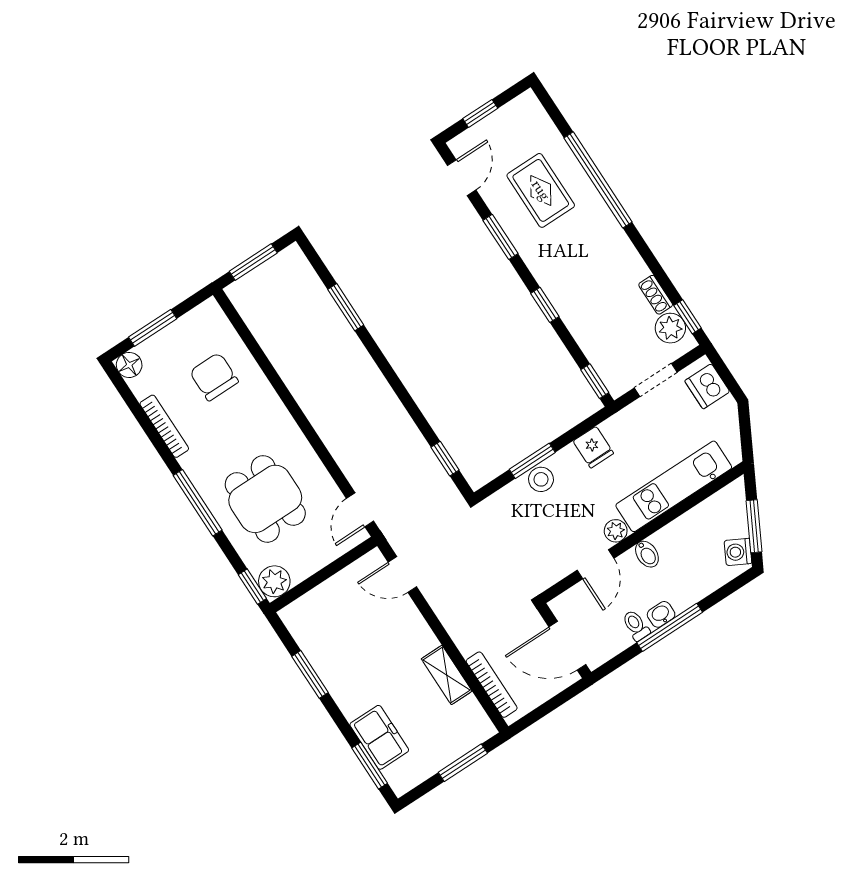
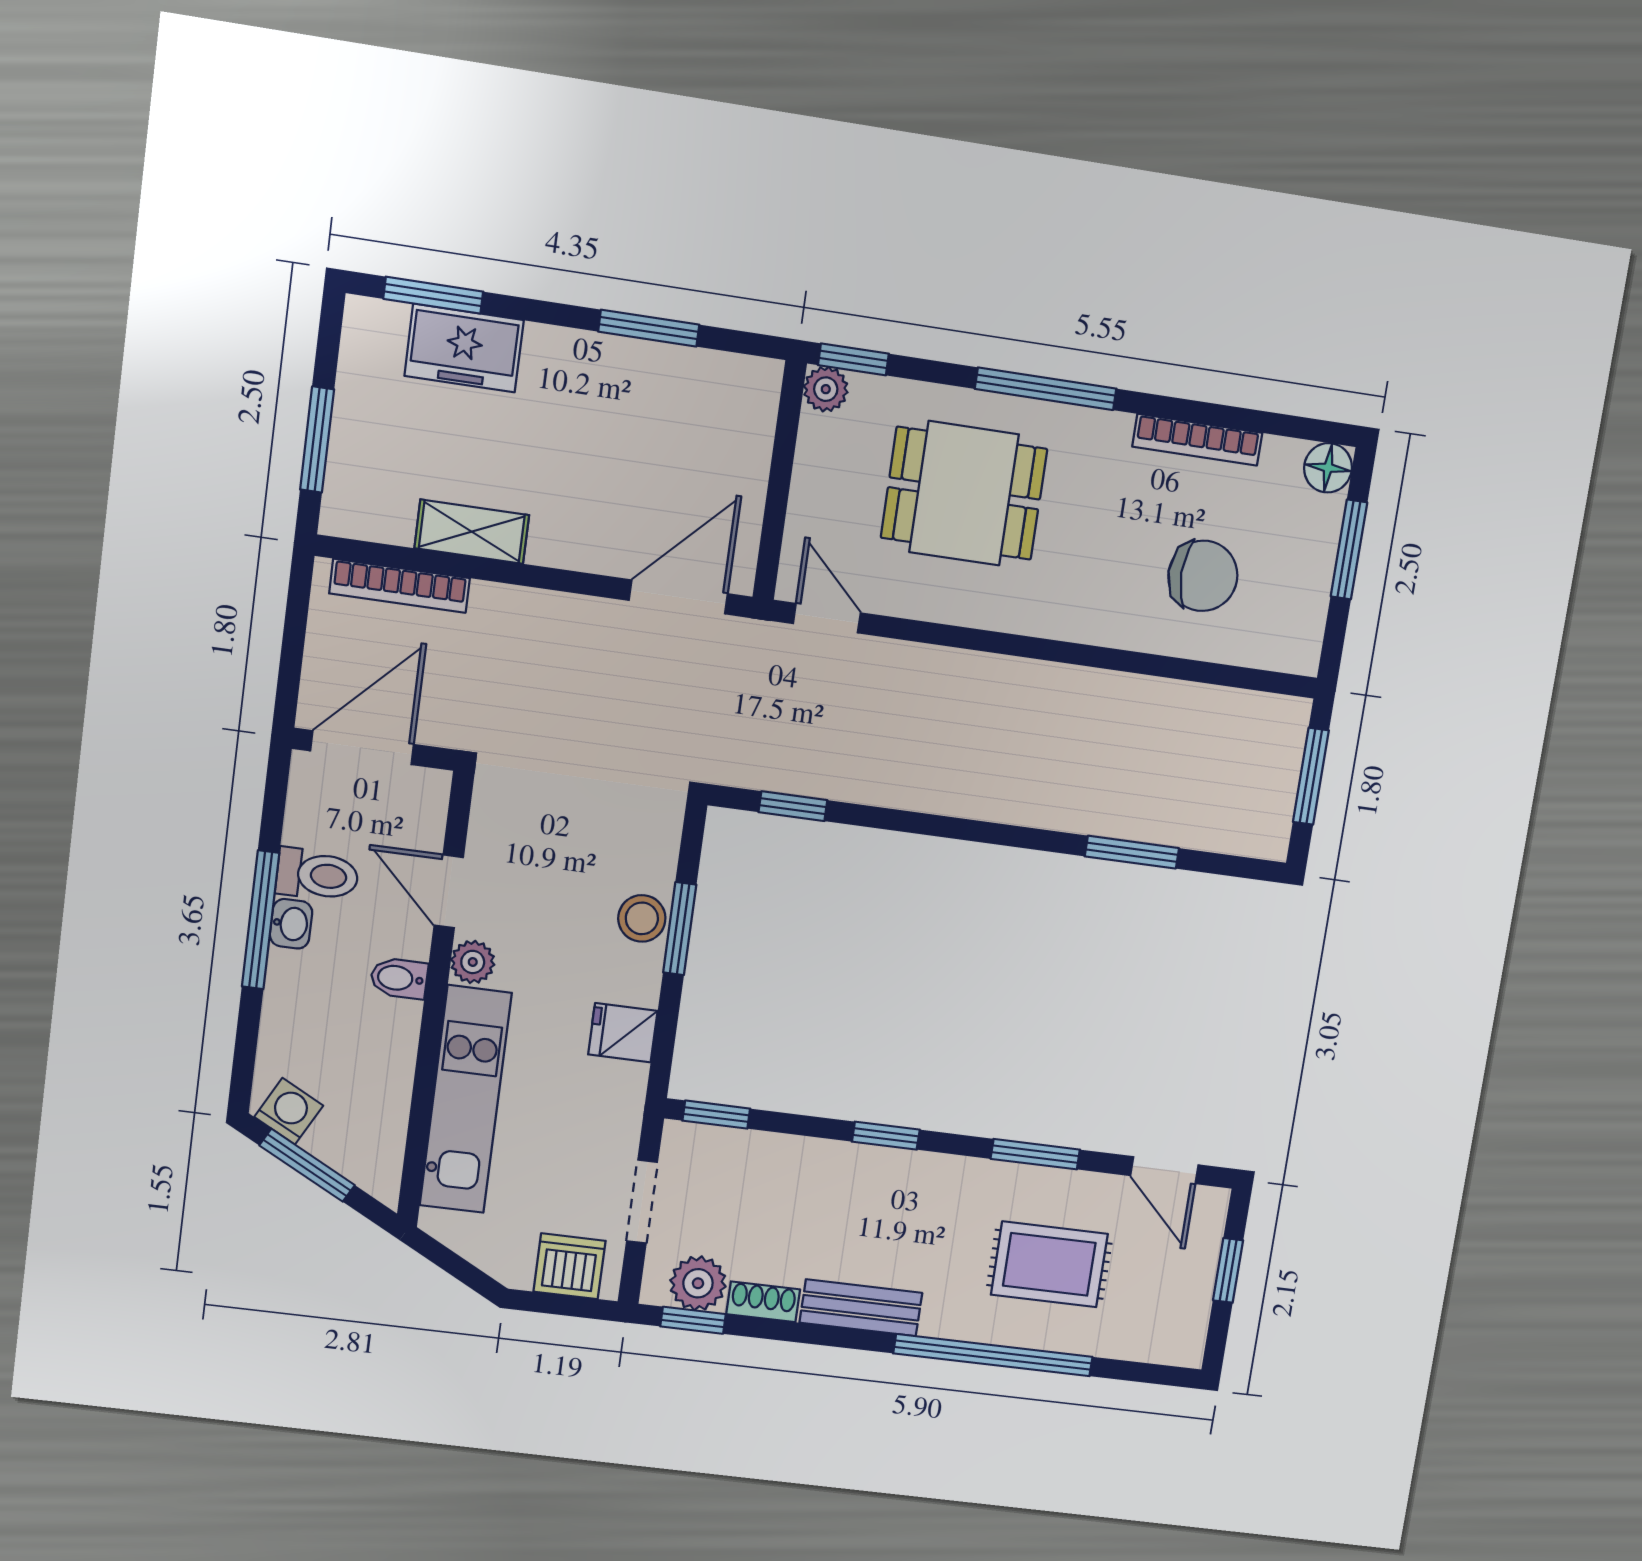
bench: (624, 252) -> (861, 1308), added
door: (402, 574) -> (678, 597), width x1.38
plant: (274, 581) -> (826, 389), width x0.73, depth x0.73
toilet: (636, 625) -> (317, 875), width x1.37, depth x1.39

